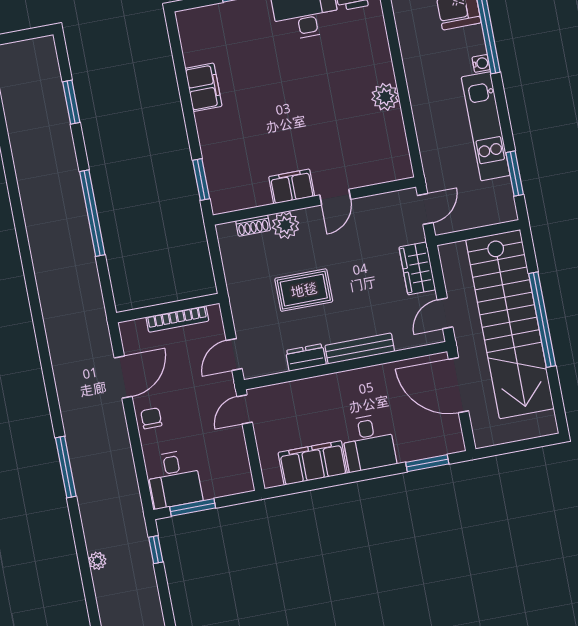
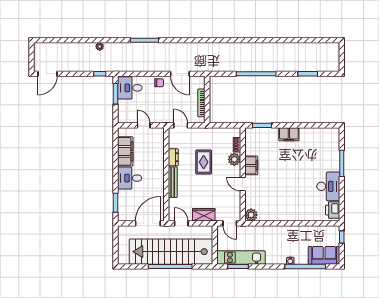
filing cabinet: (203, 87) -> (289, 134), moved
plant: (385, 97) -> (251, 215), moved
kitchen unit: (486, 126) -> (241, 258), moved
door: (245, 409) -> (144, 125), moved

